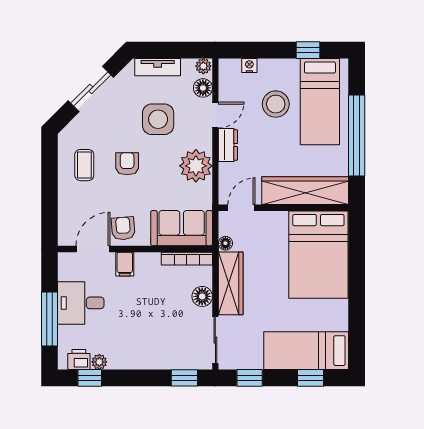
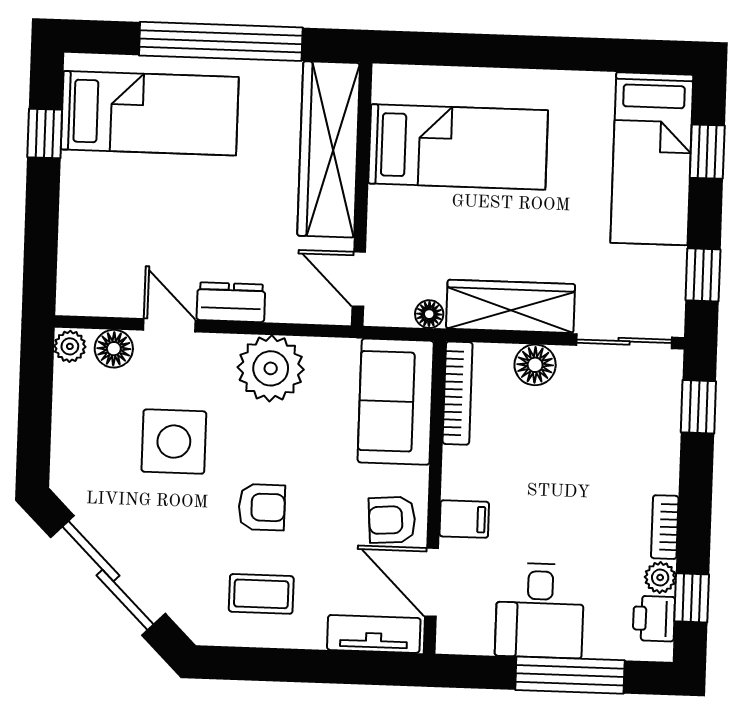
nightstand: (249, 65) -> (72, 253), removed
tv unit: (158, 67) -> (374, 634), moved, turned -90
sliding door: (91, 89) -> (108, 576), width x1.37
stool: (276, 104) -> (151, 203), removed
armchair: (127, 164) -> (262, 507), turned 180
bed: (318, 255) -> (458, 147), width x0.67
bookcase: (124, 363) -> (665, 527), added

